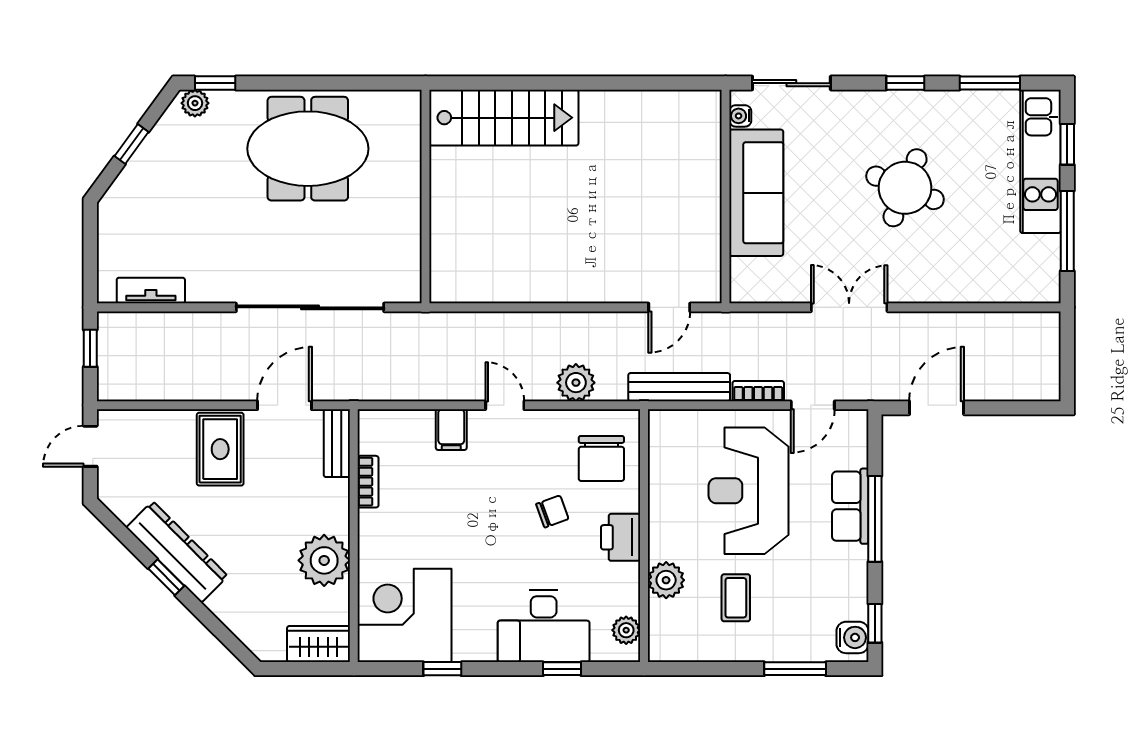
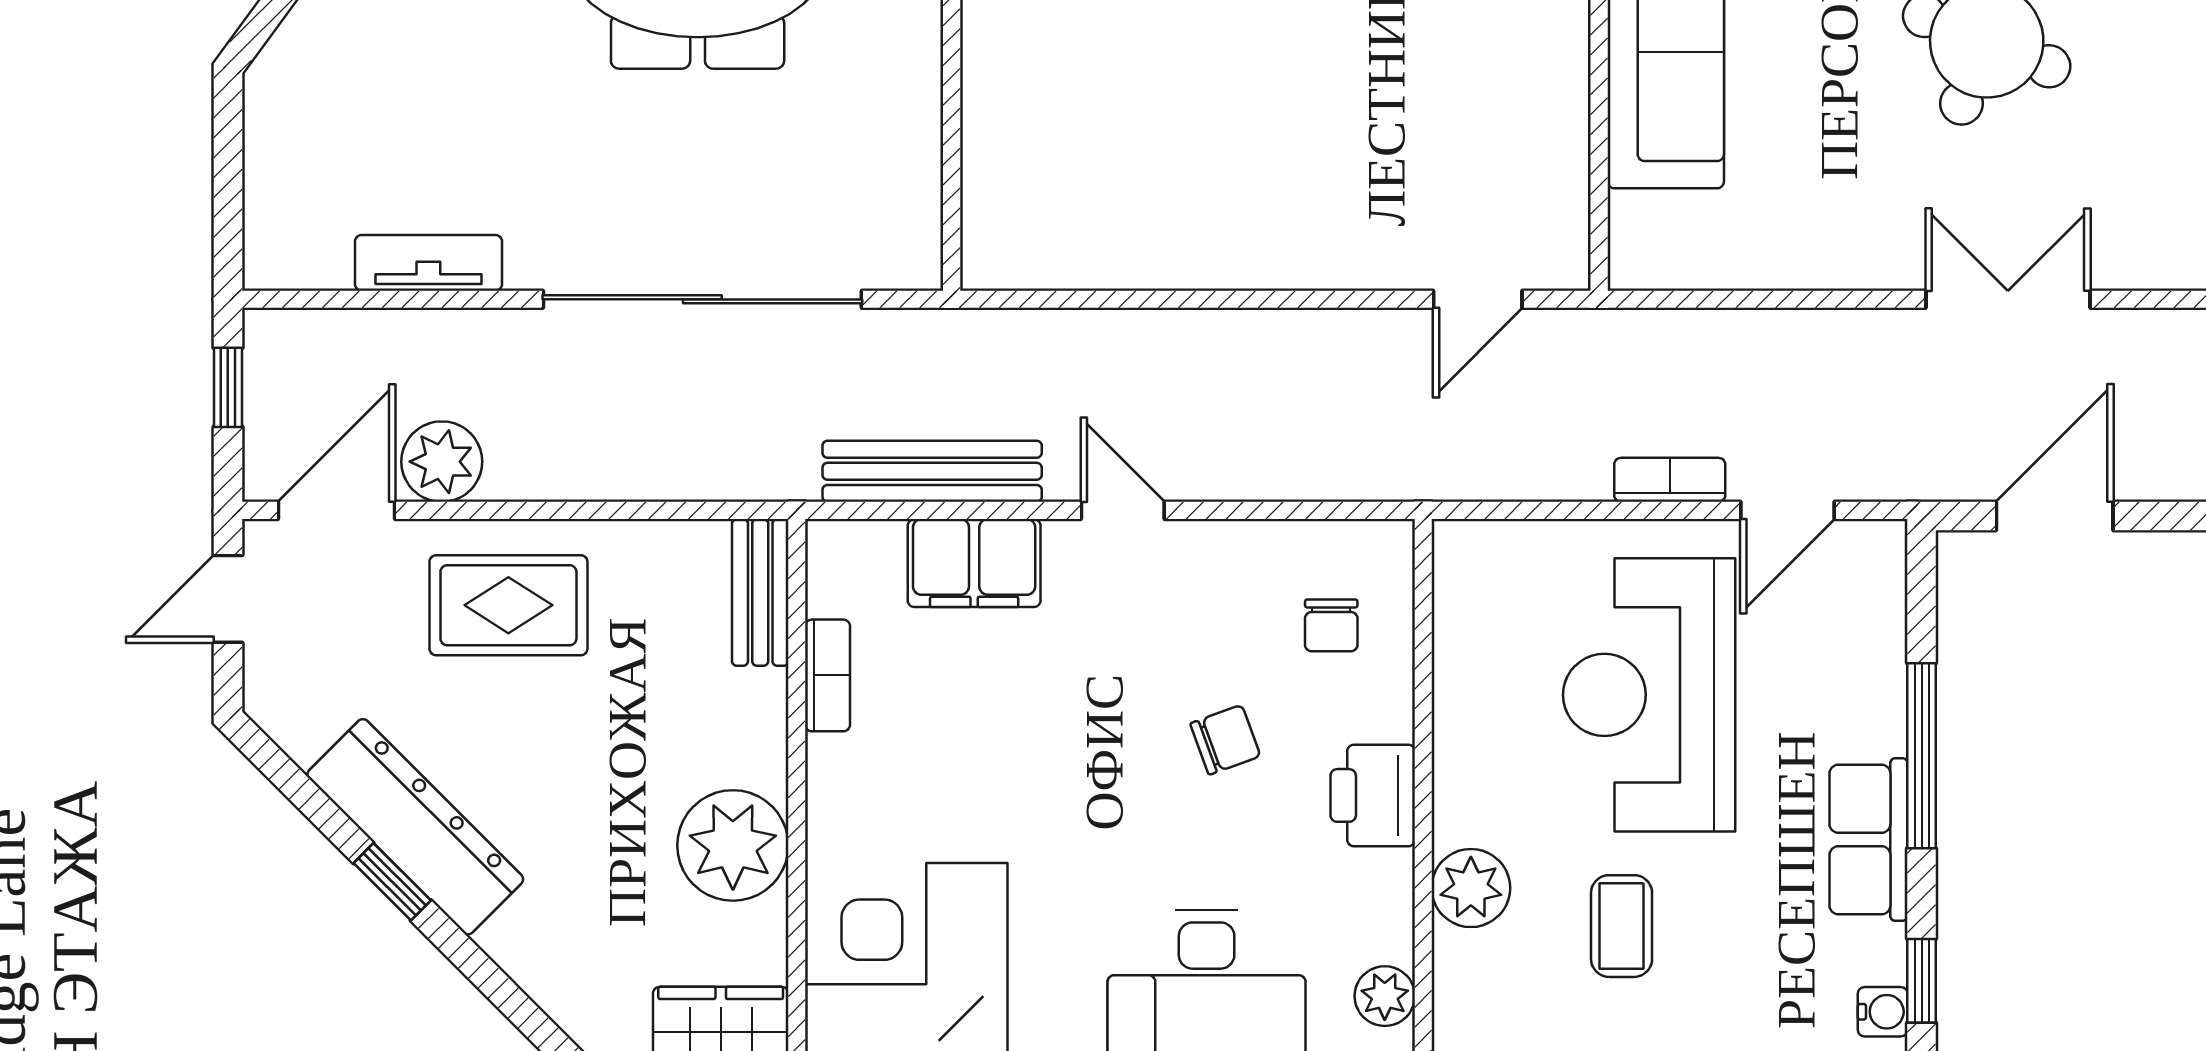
tv unit: (151, 290) -> (428, 263), moved
double door: (849, 307) -> (2008, 299), moved
plant: (576, 383) -> (442, 462), moved
bench: (679, 387) -> (932, 471), moved
door: (284, 405) -> (336, 510), moved
filing cabinet: (451, 430) -> (974, 563), width x2.00
rug: (220, 449) -> (508, 605), turned 90
chair: (601, 458) -> (1331, 625), width x0.54, depth x0.54
row of seats: (850, 506) -> (1869, 840), moved
water cooler: (852, 637) -> (1883, 1012), width x0.72, depth x0.72

